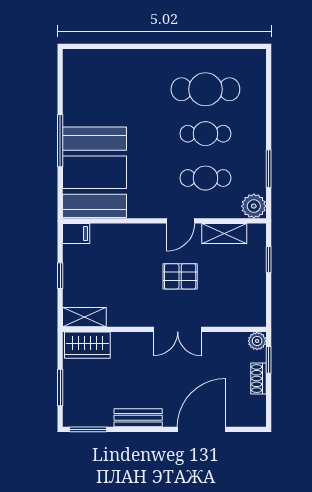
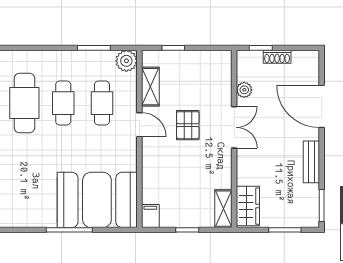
plant: (257, 341) -> (244, 90), moved

